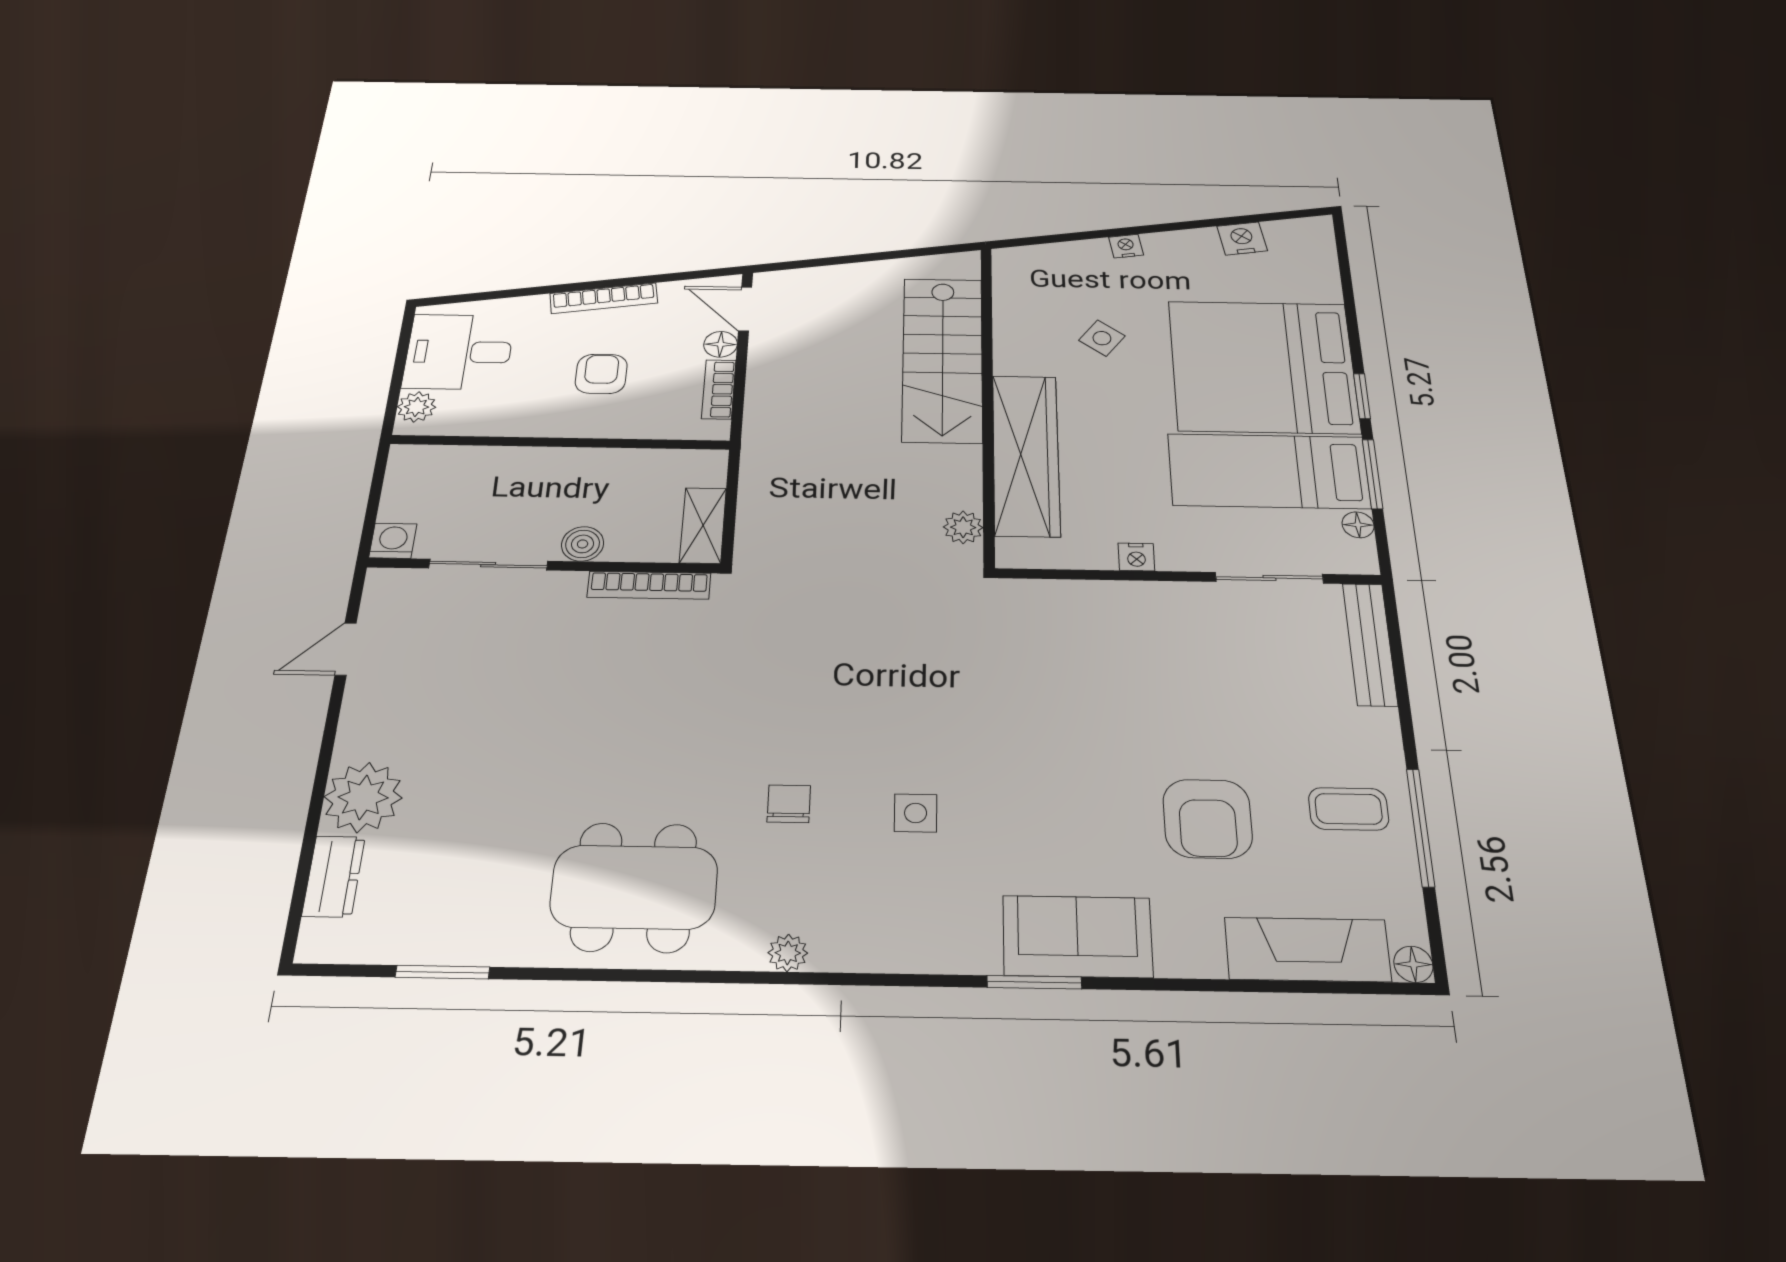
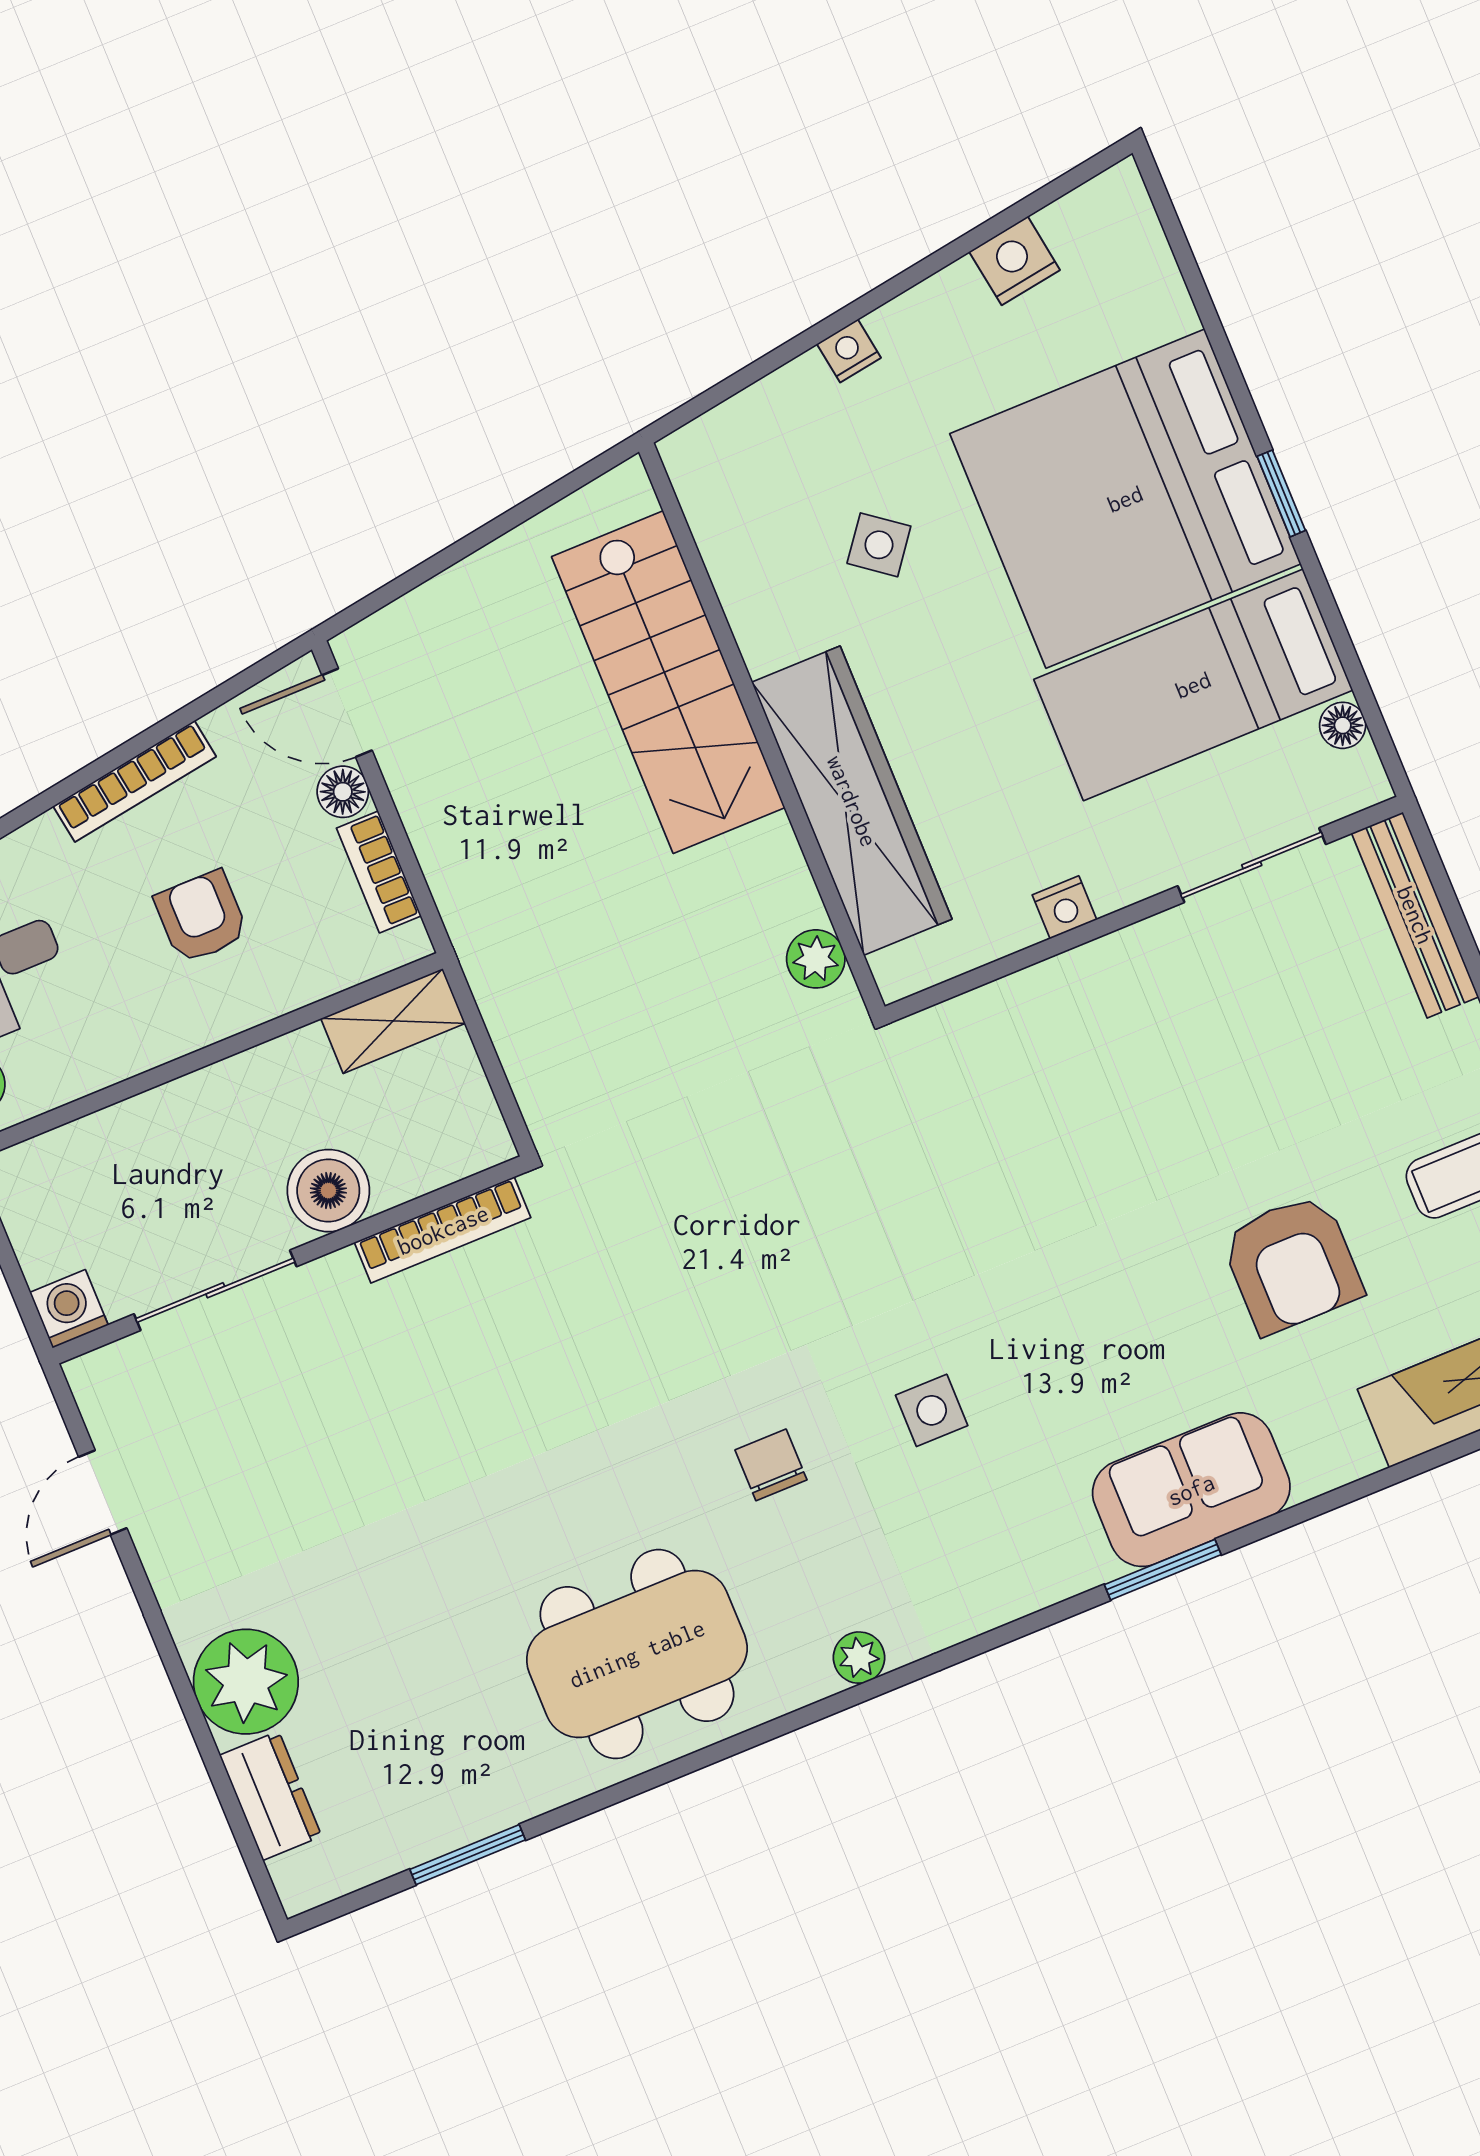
window: (1373, 474) -> (1337, 628), removed
shelving: (703, 525) -> (393, 1021), moved, turned 90
boiler: (583, 544) -> (328, 1191), width x1.36, depth x1.36

